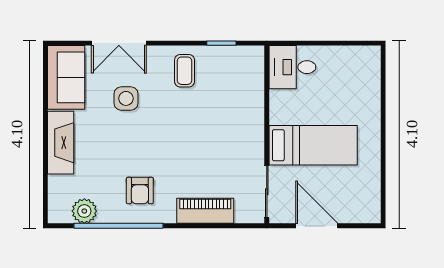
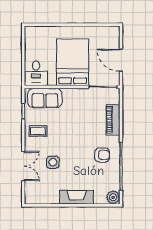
sofa: (66, 77) -> (45, 98), moved, turned 180
bed: (313, 145) -> (73, 62), width x1.50
plant: (84, 211) -> (113, 197), moved
door: (317, 226) -> (121, 60), hinge flipped

